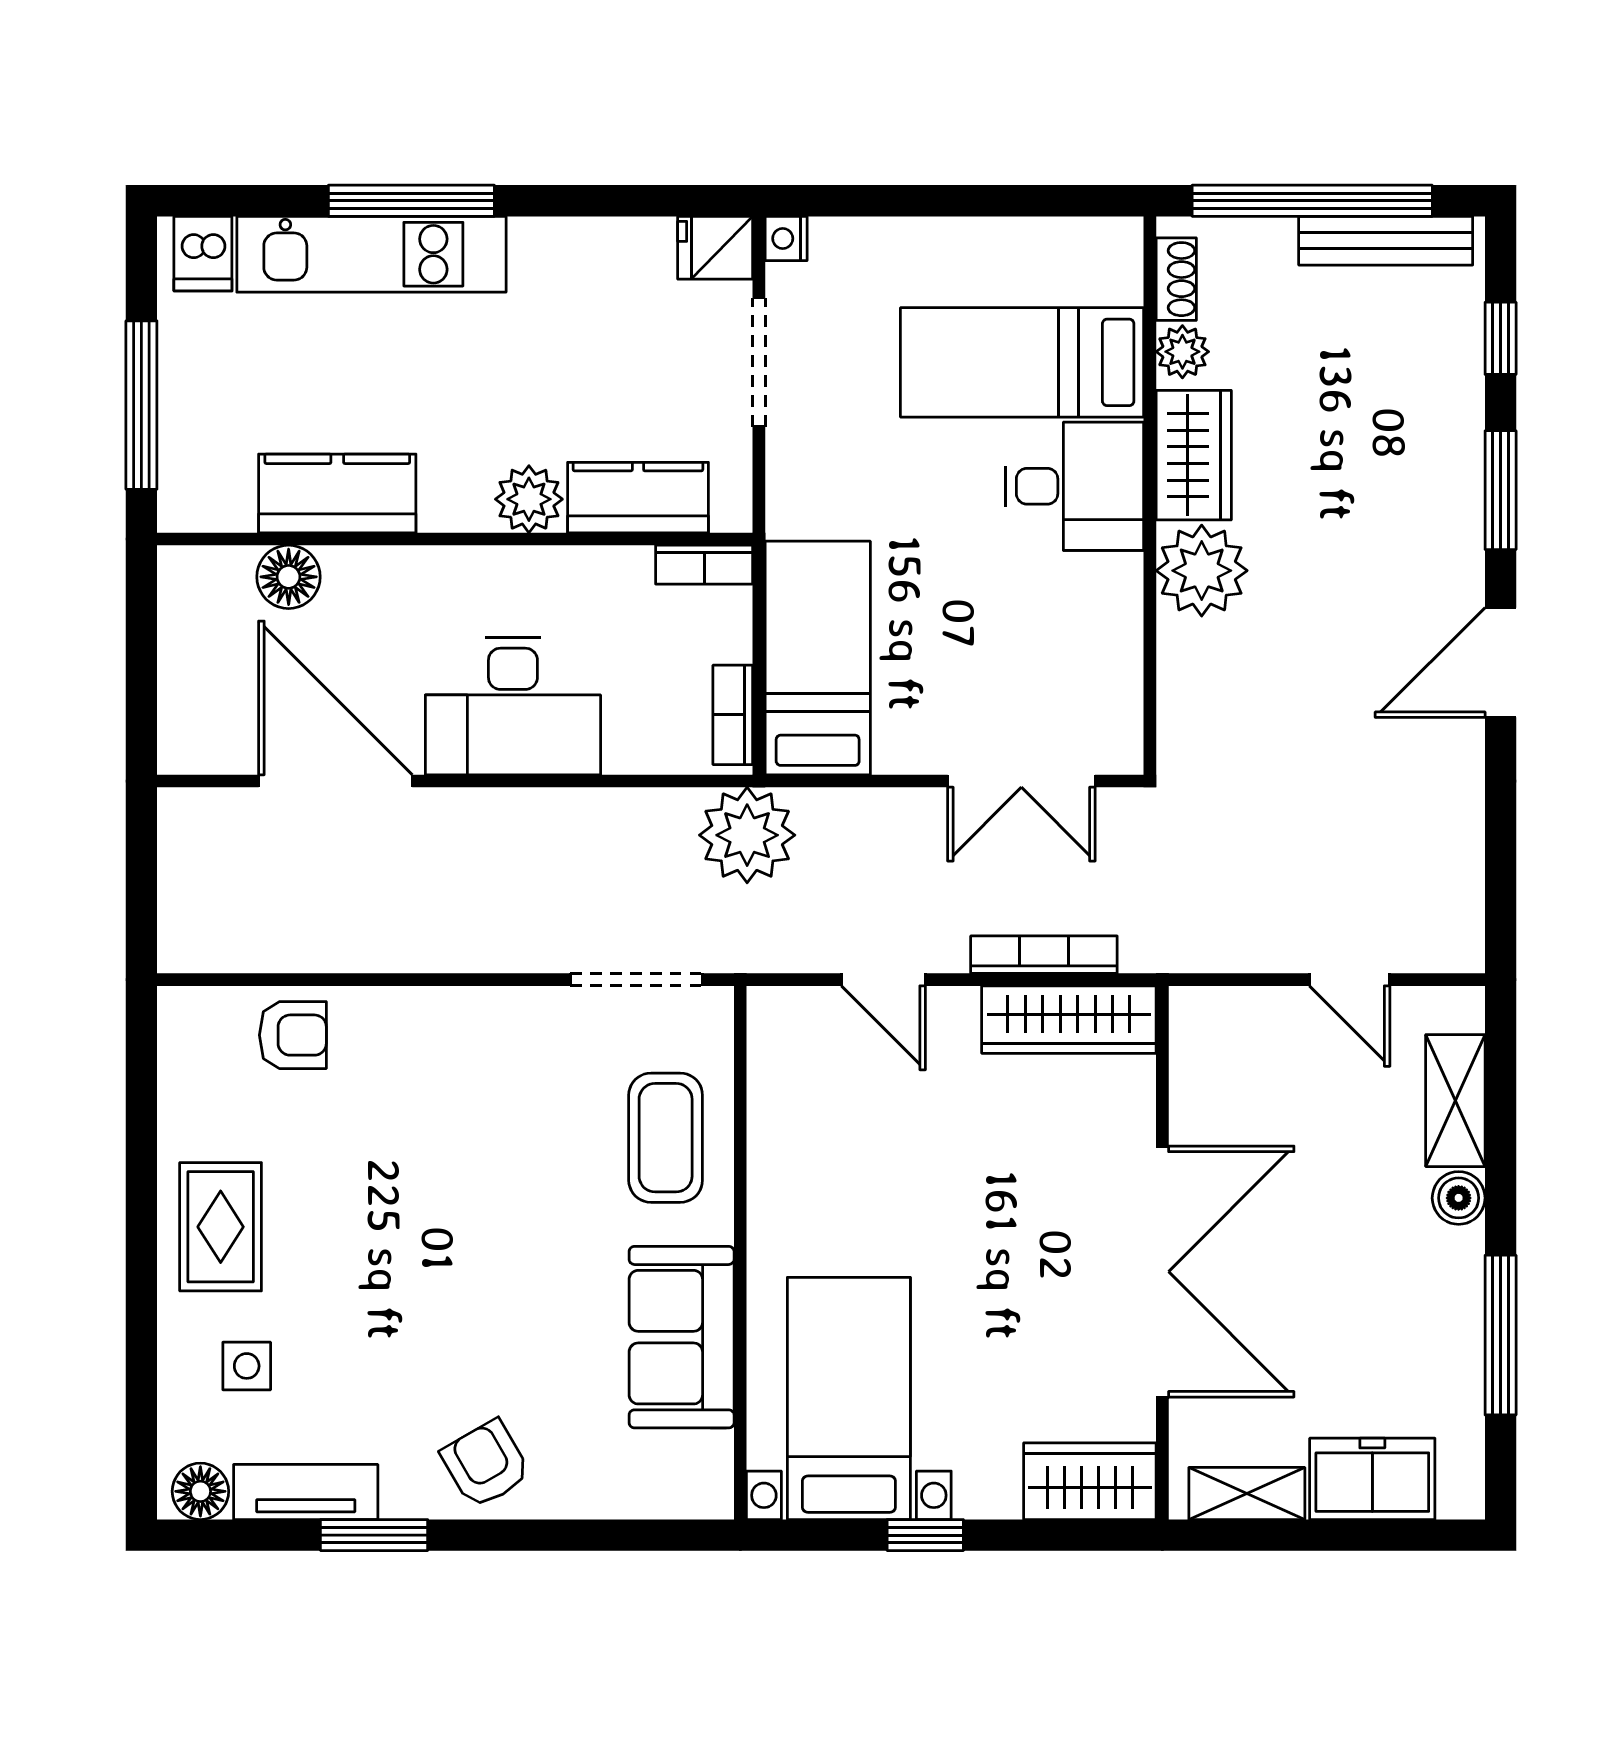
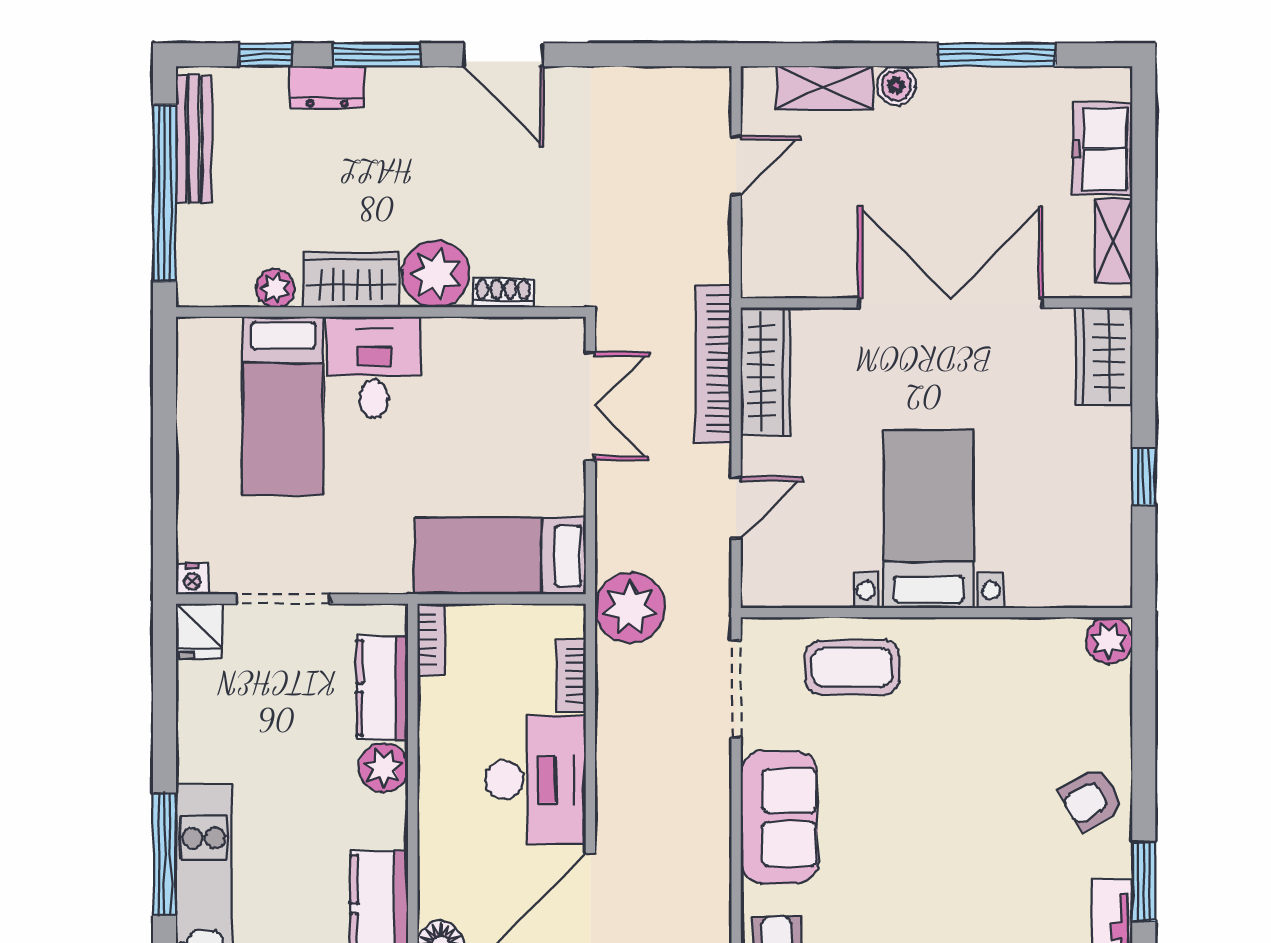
shoe rack: (1176, 279) -> (503, 293), moved
dresser: (1456, 422) -> (327, 87), added
bookcase: (733, 715) -> (571, 675), moved, turned 90
bookcase: (1044, 955) -> (714, 364), width x1.48, depth x1.31
sofa: (682, 1337) -> (779, 817), moved, turned -90
bed with nightstands: (849, 1398) -> (928, 519), moved, turned 90
plant: (702, 1488) -> (1109, 641), added

